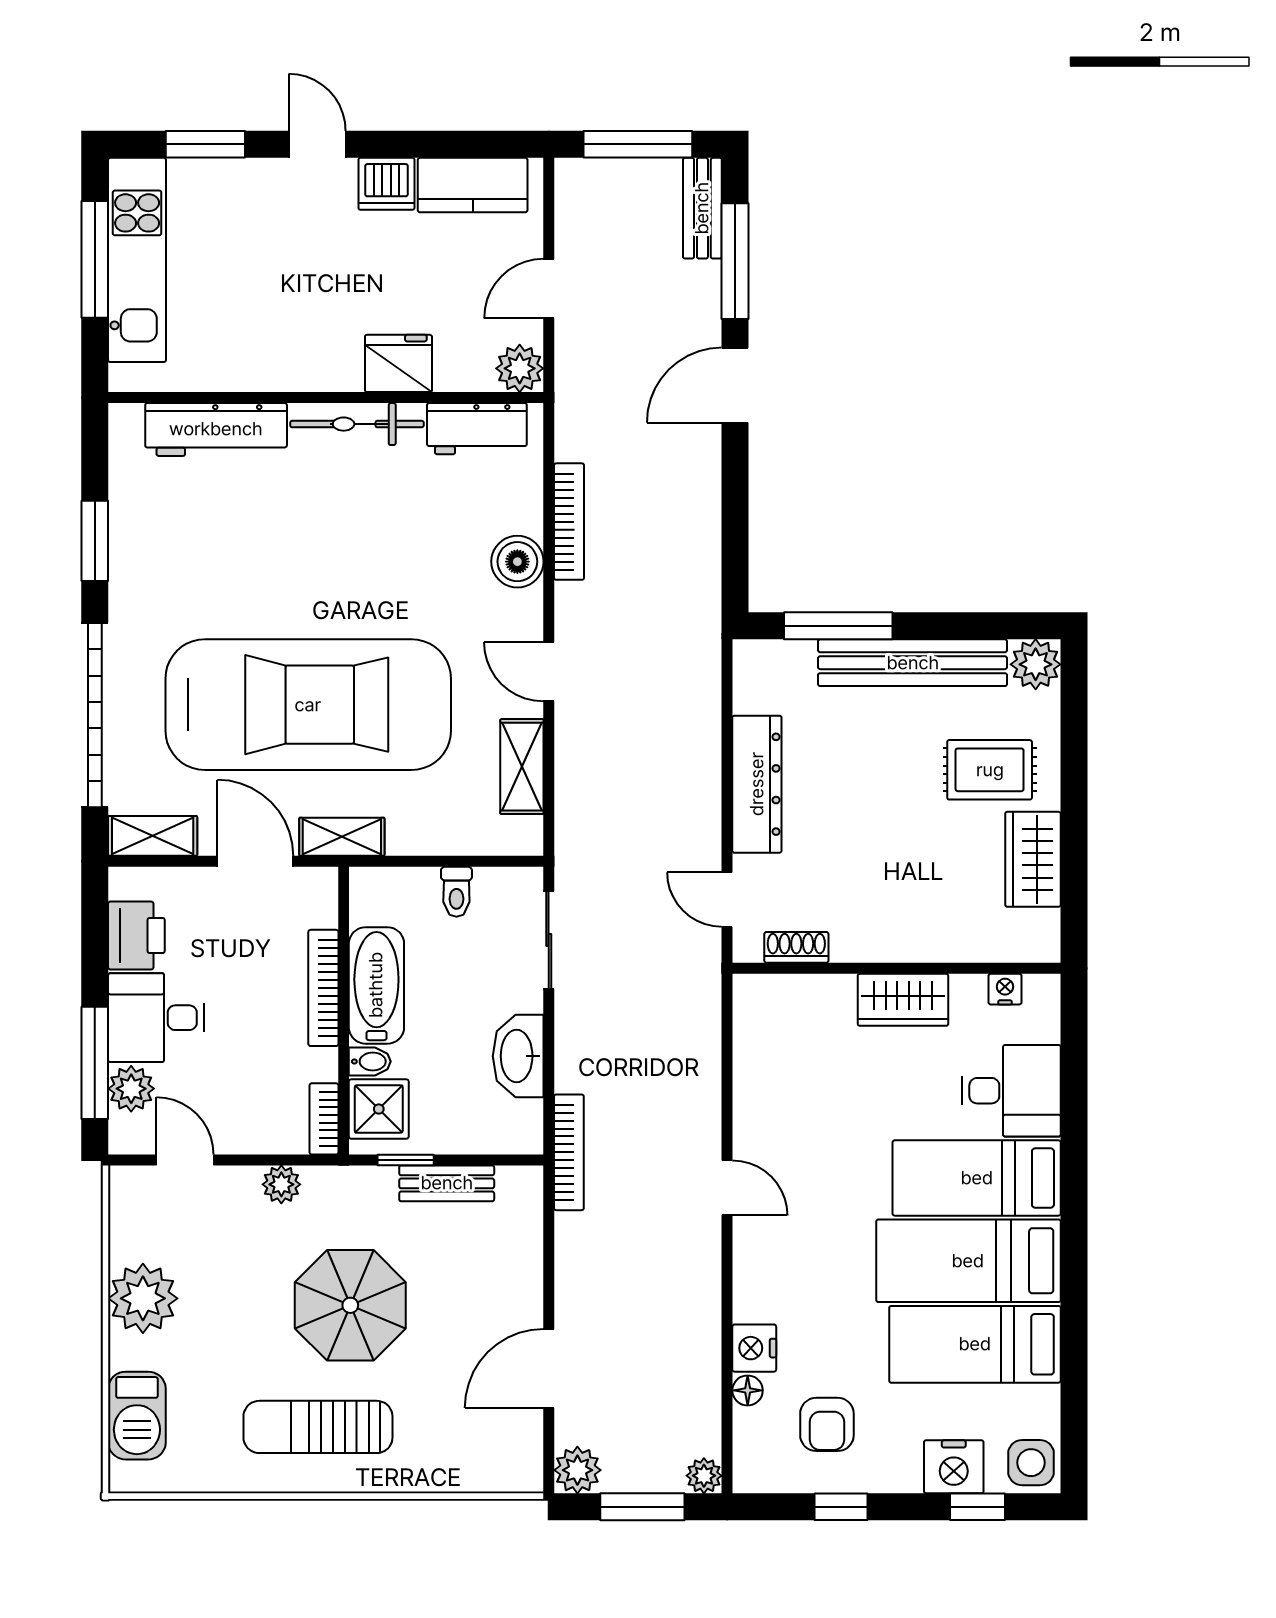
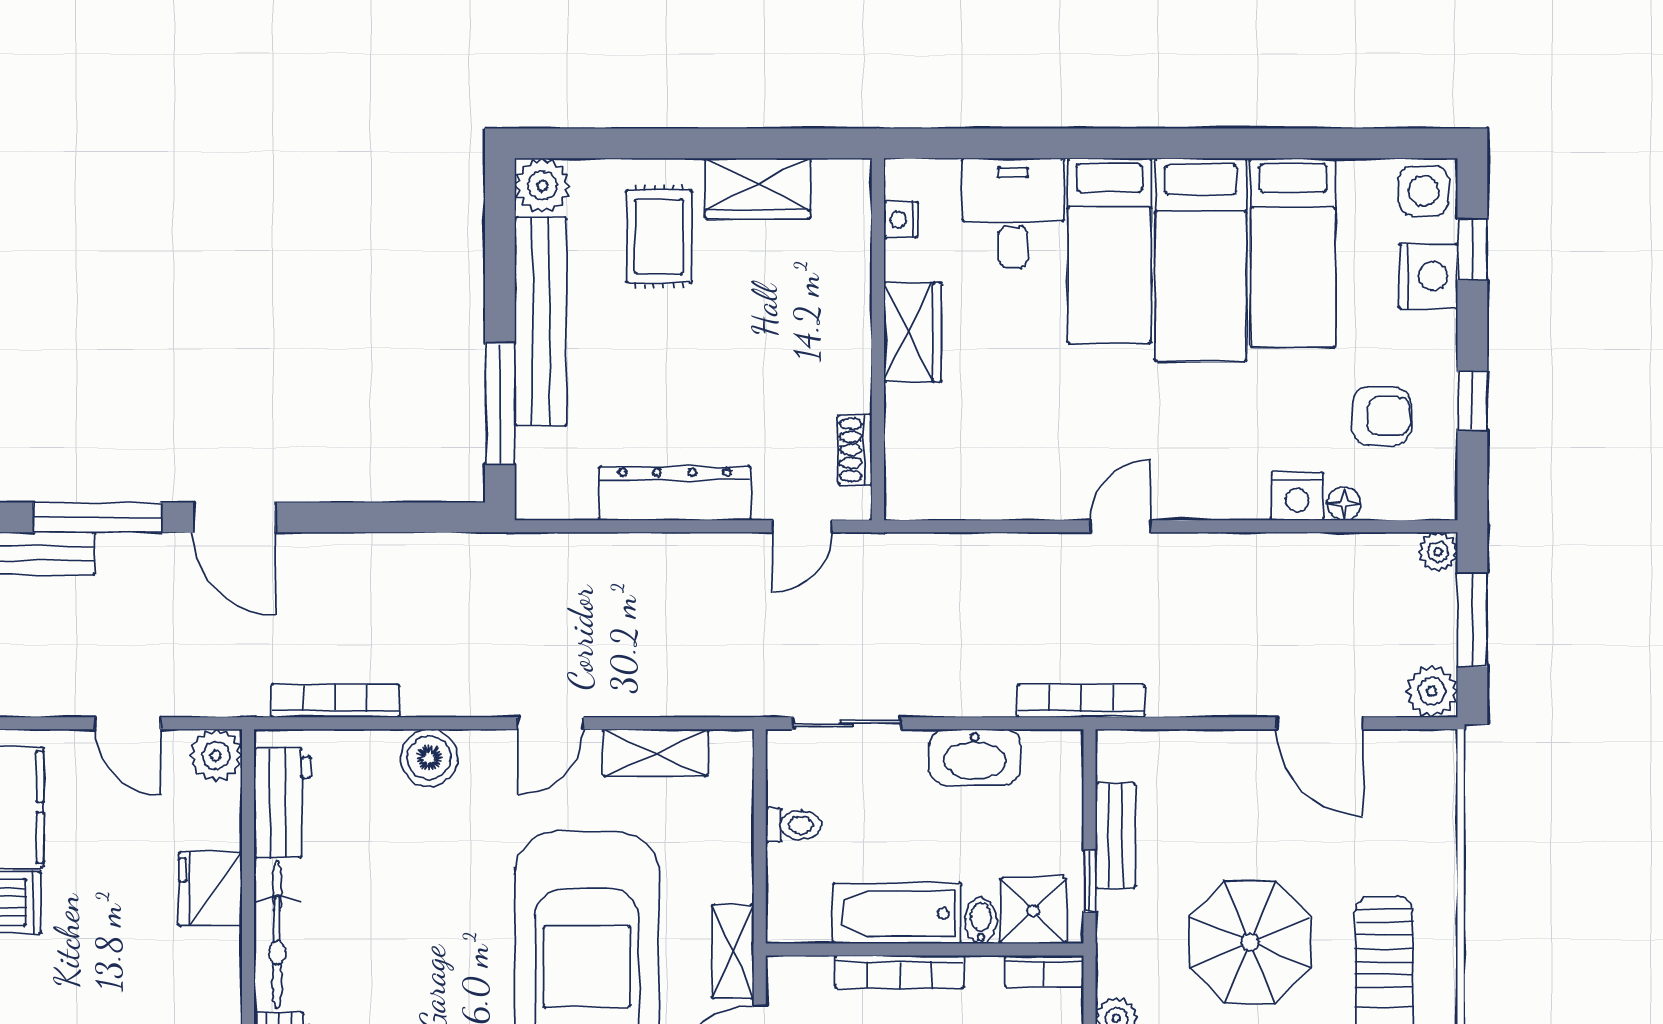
bookcase: (569, 522) -> (335, 701), moved

